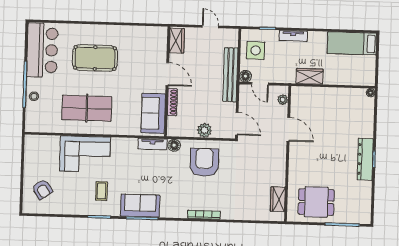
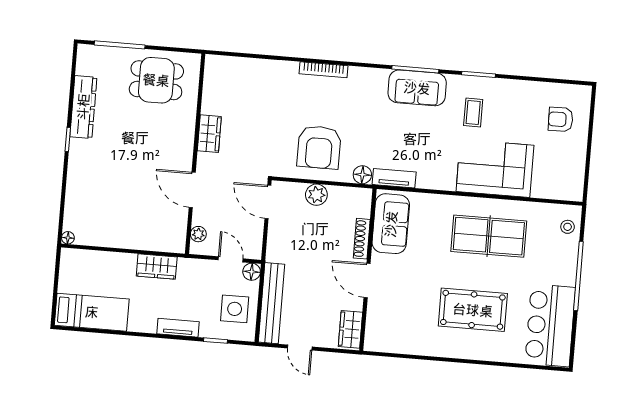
bench: (230, 75) -> (272, 303), moved
stool: (34, 96) -> (568, 227), moved
dresser: (365, 159) -> (83, 107), moved
armchair: (42, 189) -> (561, 119), turned -57
wardrobe: (278, 199) -> (209, 134), moved

